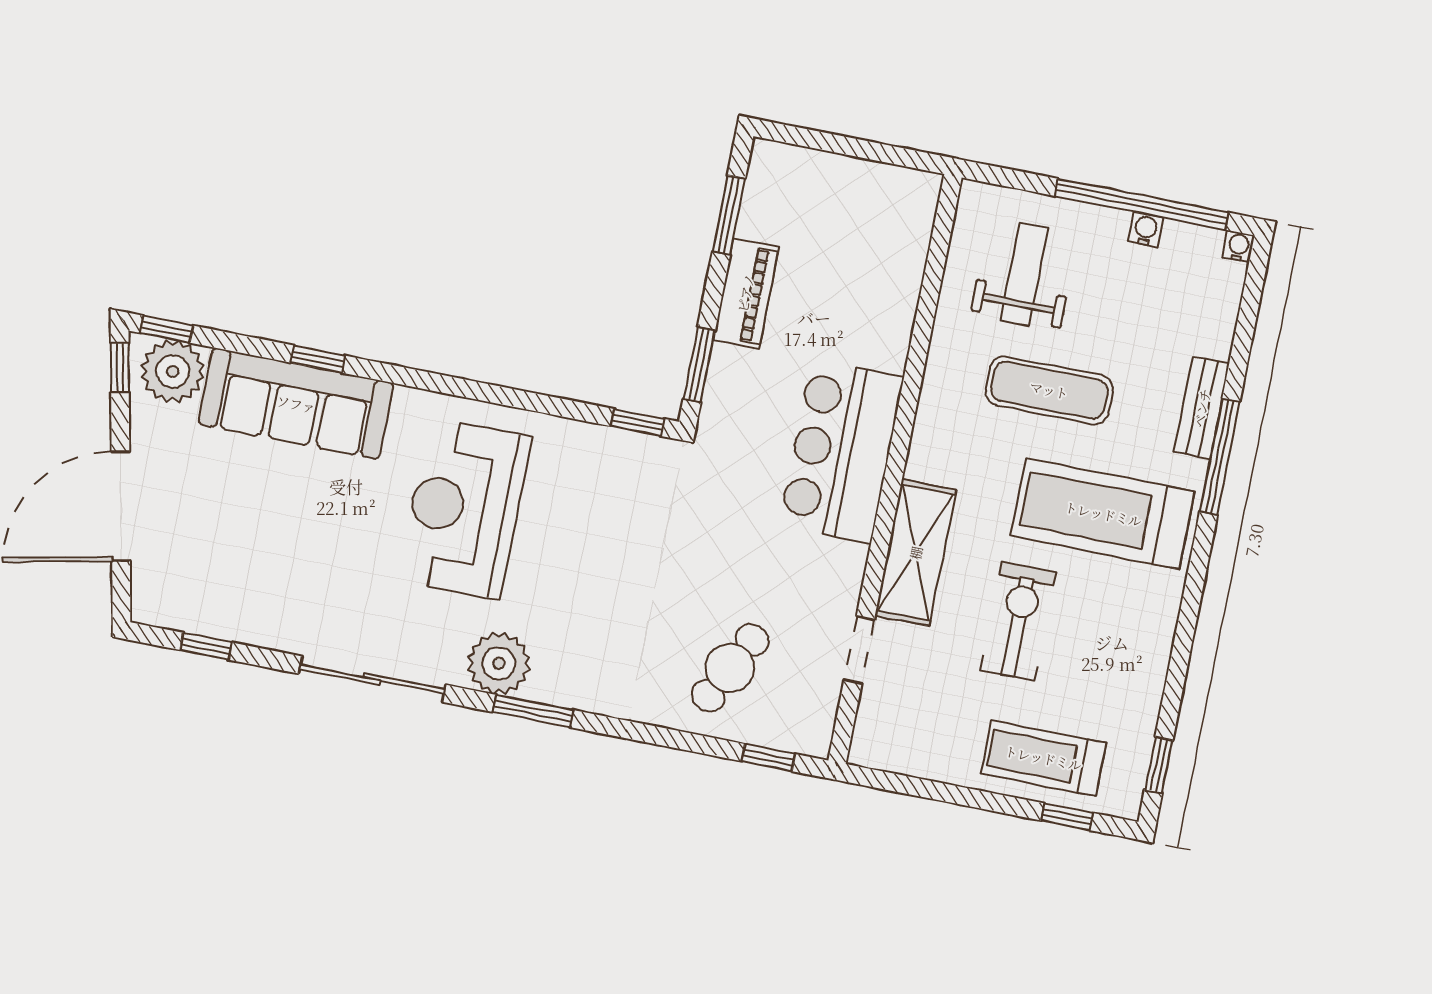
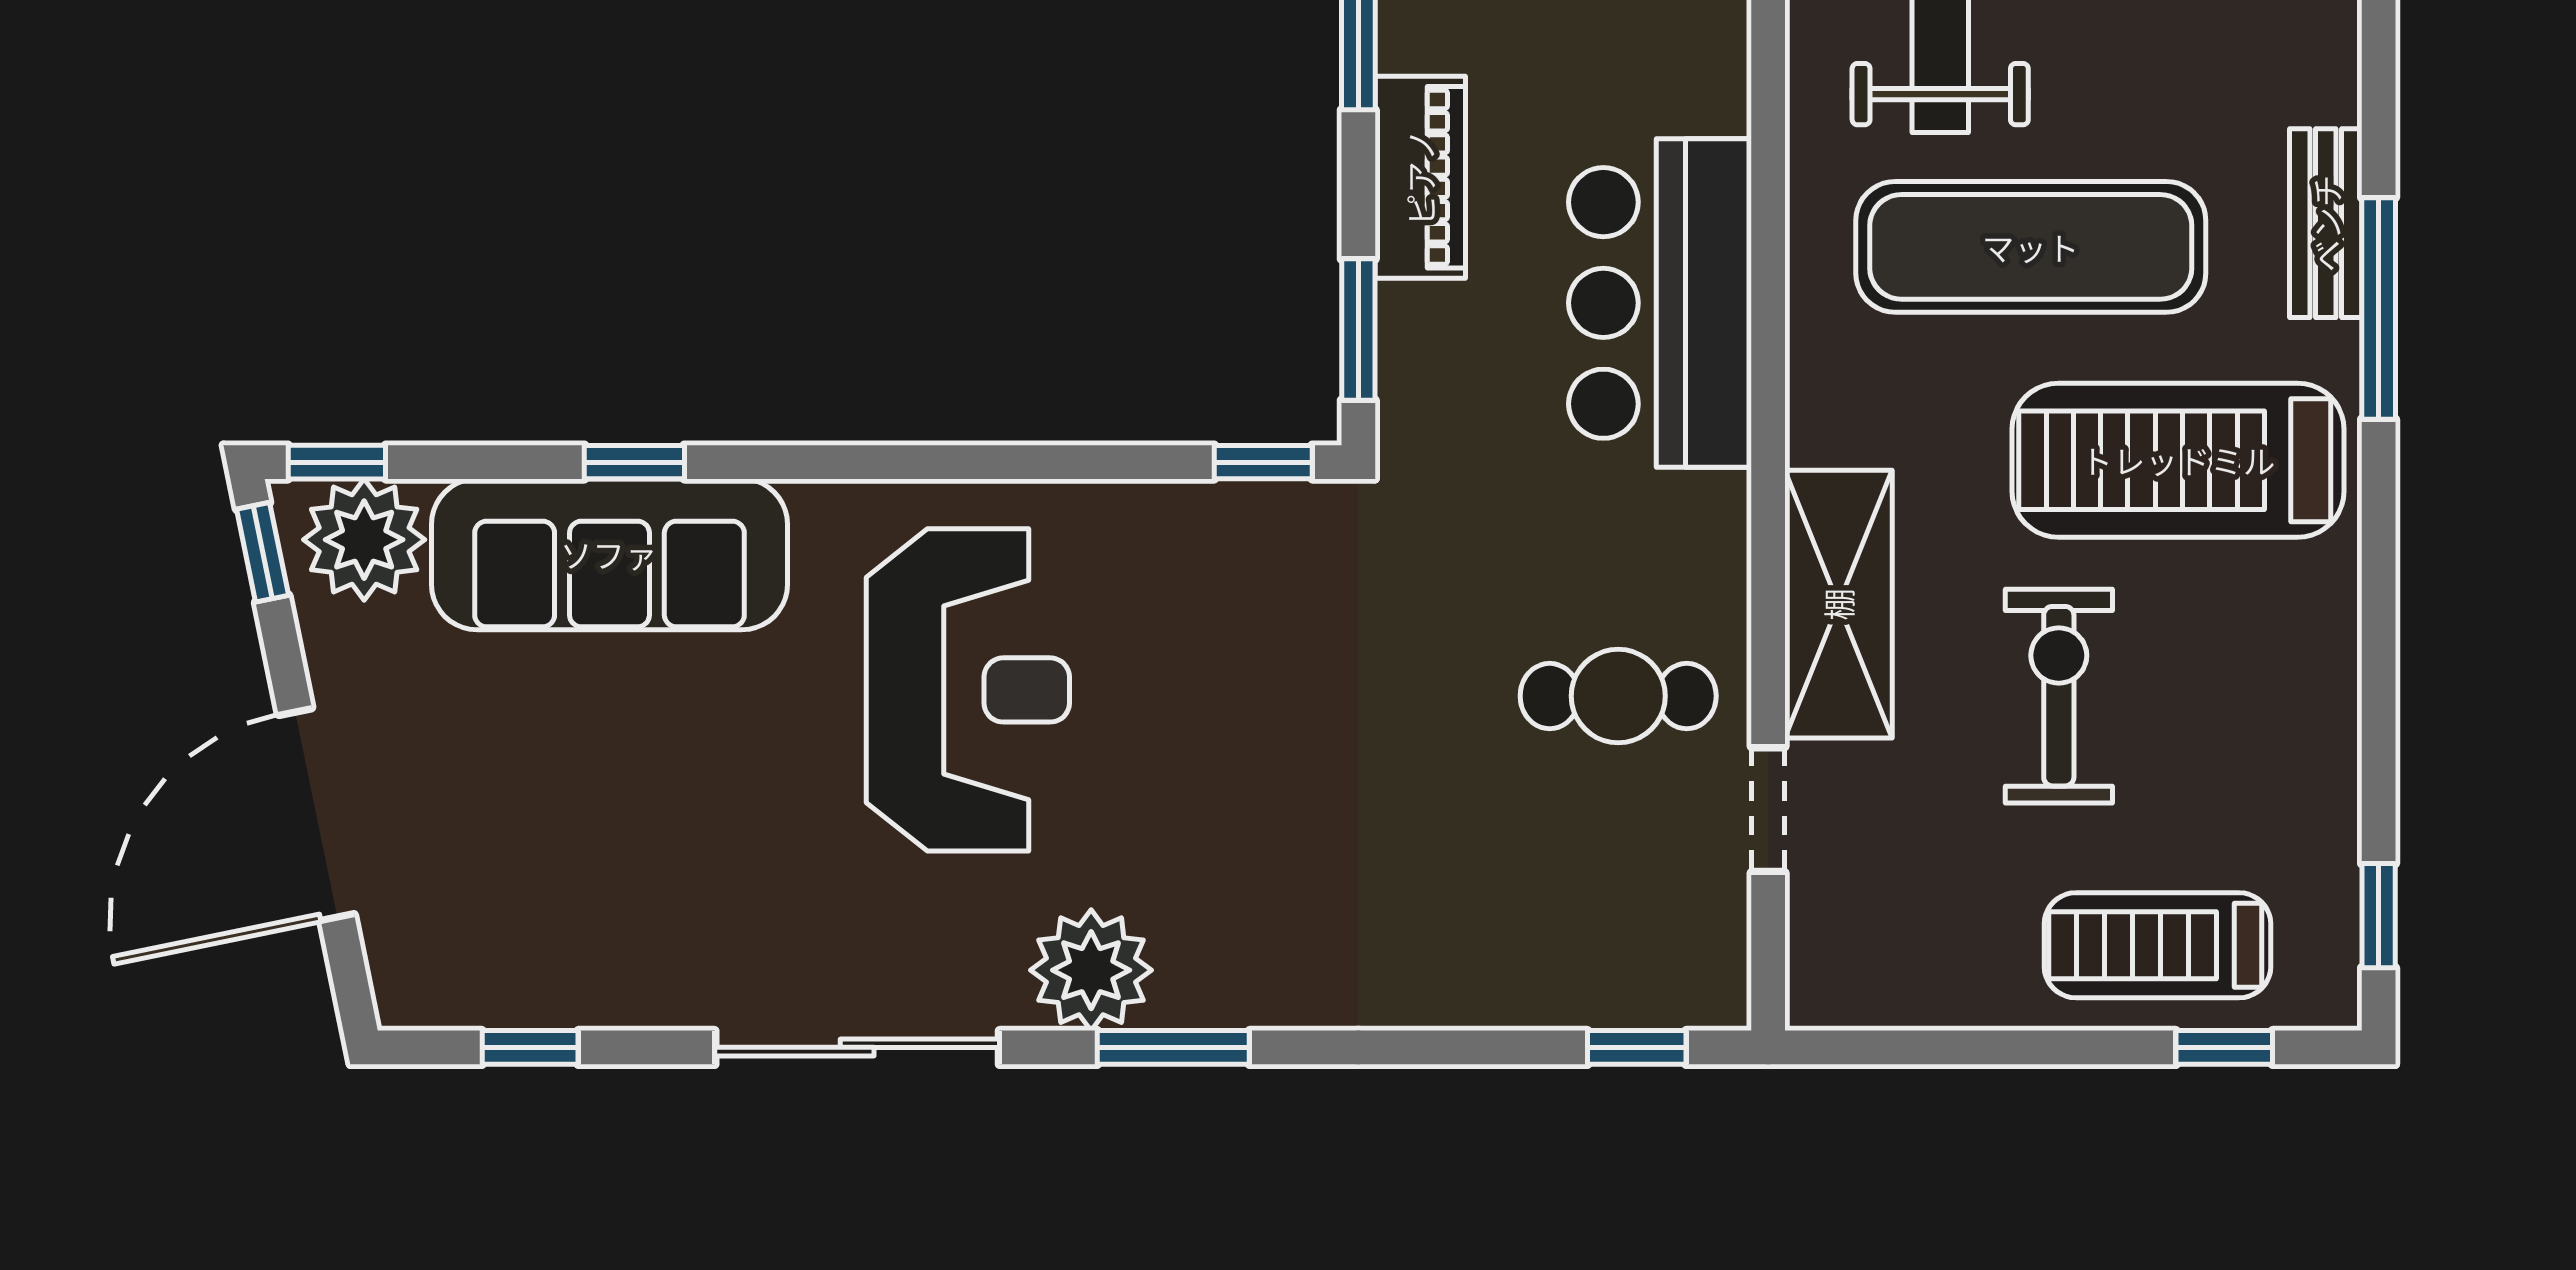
exercise mat: (1049, 390) -> (2031, 247), width x1.36, depth x1.45
bar counter: (841, 451) -> (1660, 303), moved
reception desk: (464, 509) -> (968, 690), turned 180
cafe table: (730, 668) -> (1618, 696), moved, turned 63

